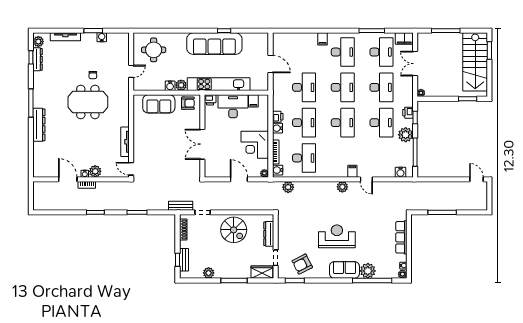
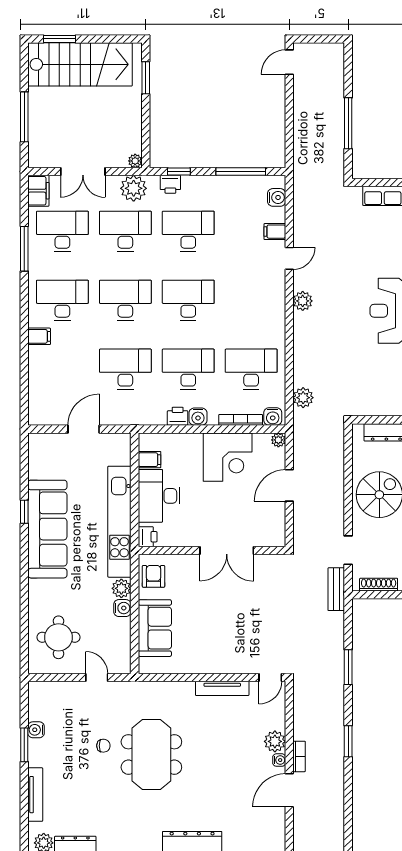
plant: (406, 135) -> (134, 188), moved
filing cabinet: (352, 171) -> (275, 232), moved

